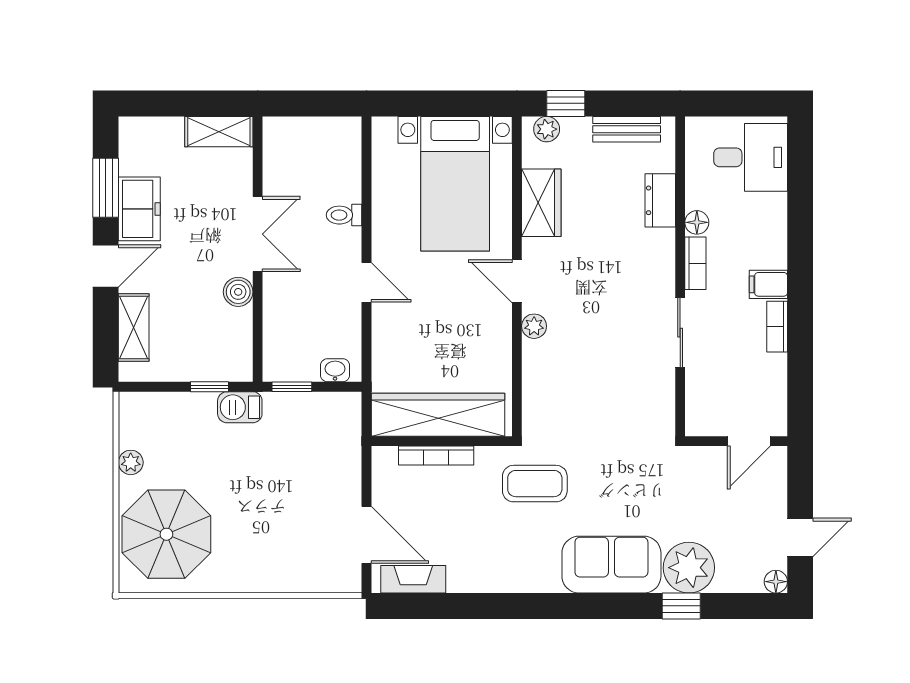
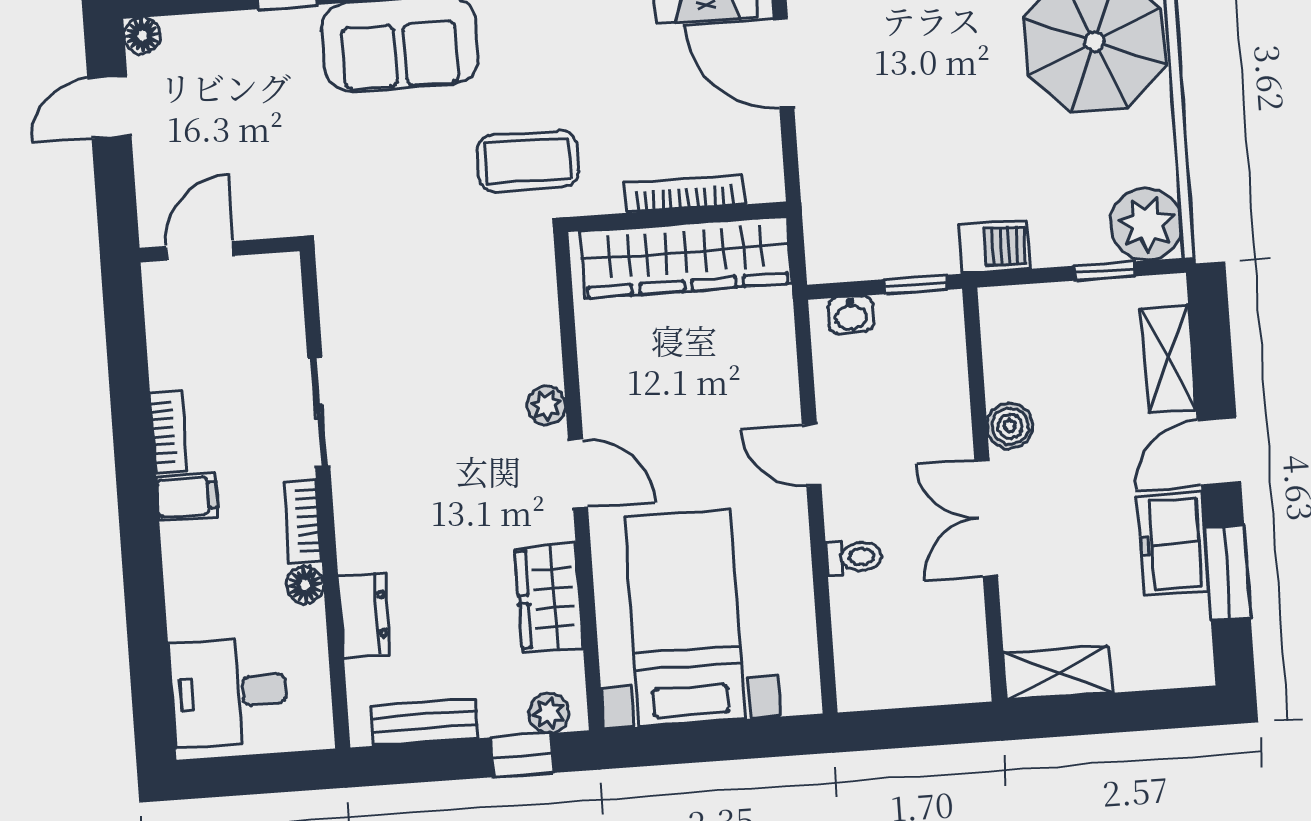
window: (209, 387) -> (1105, 271), moved
plant: (131, 462) -> (1146, 224), moved, width x1.88, depth x1.88
plant: (689, 568) -> (279, 48), removed

